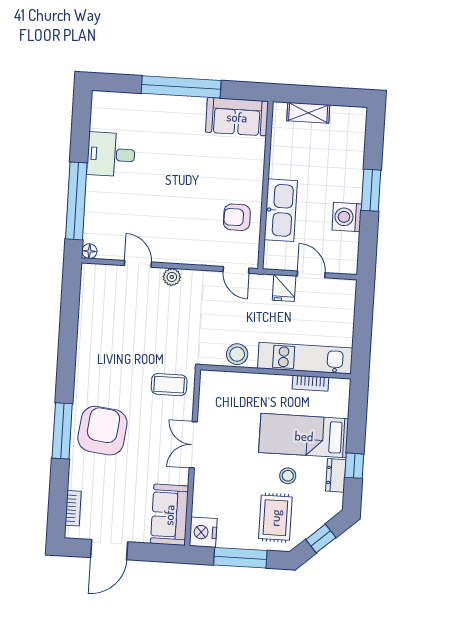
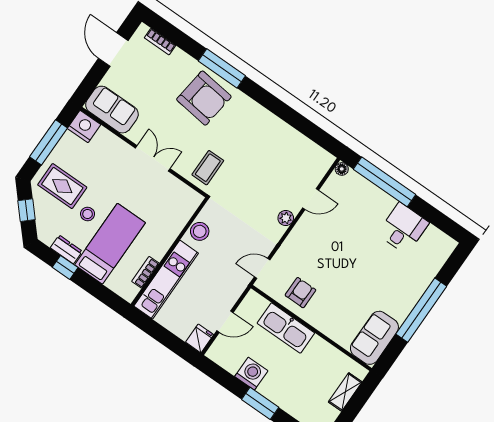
fridge: (284, 288) -> (200, 338), moved, turned 90

